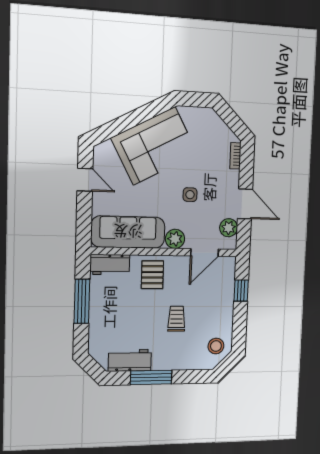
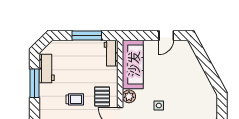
corner sofa: (154, 146) -> (190, 80), removed
pallet: (152, 275) -> (102, 96), moved, turned 90

